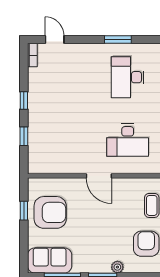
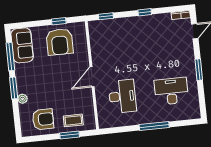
window: (118, 39) -> (199, 70), moved
window: (24, 136) -> (106, 16), moved
desk: (128, 140) -> (122, 96), turned 180

